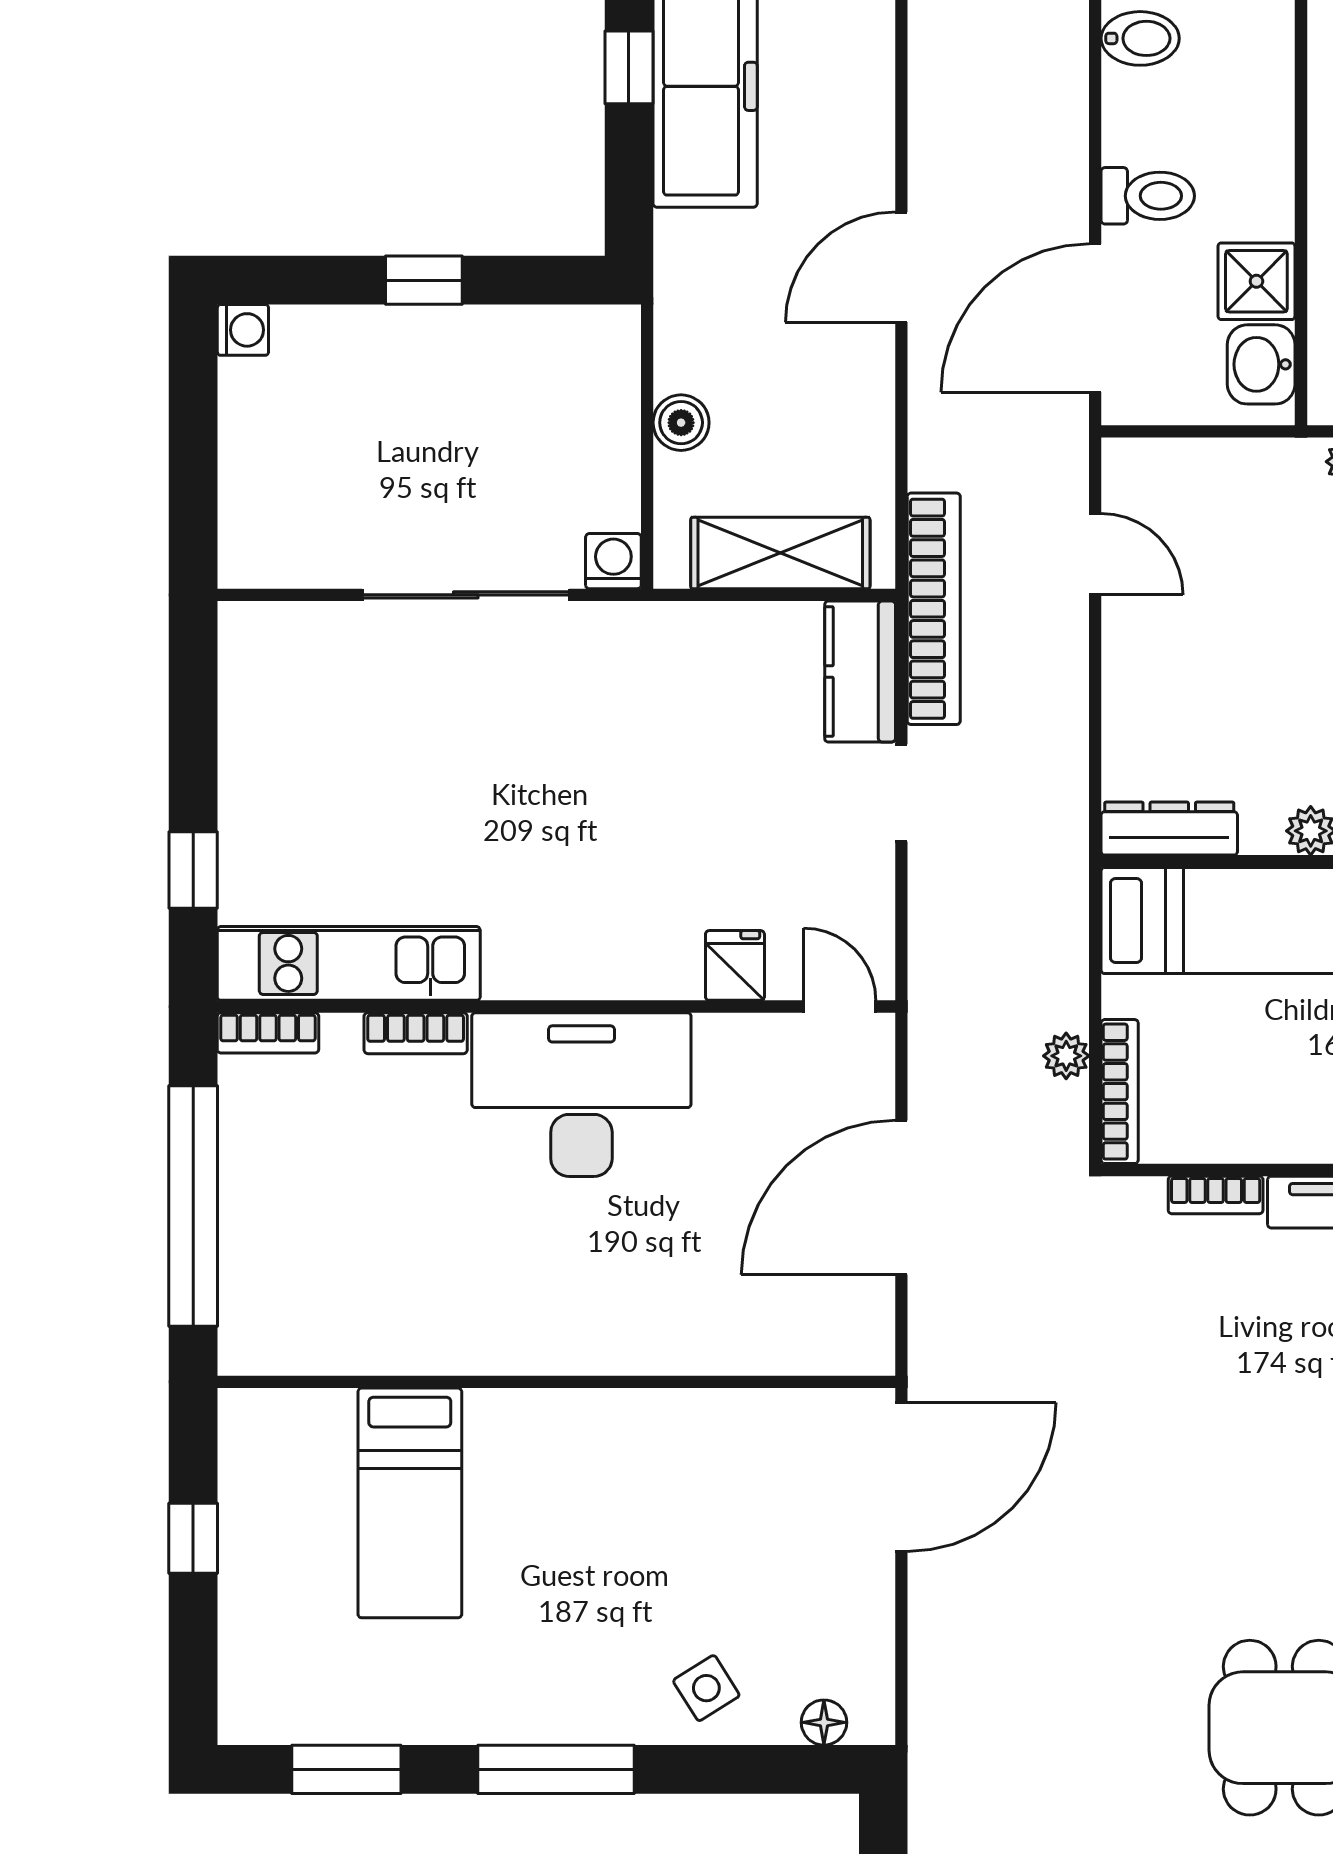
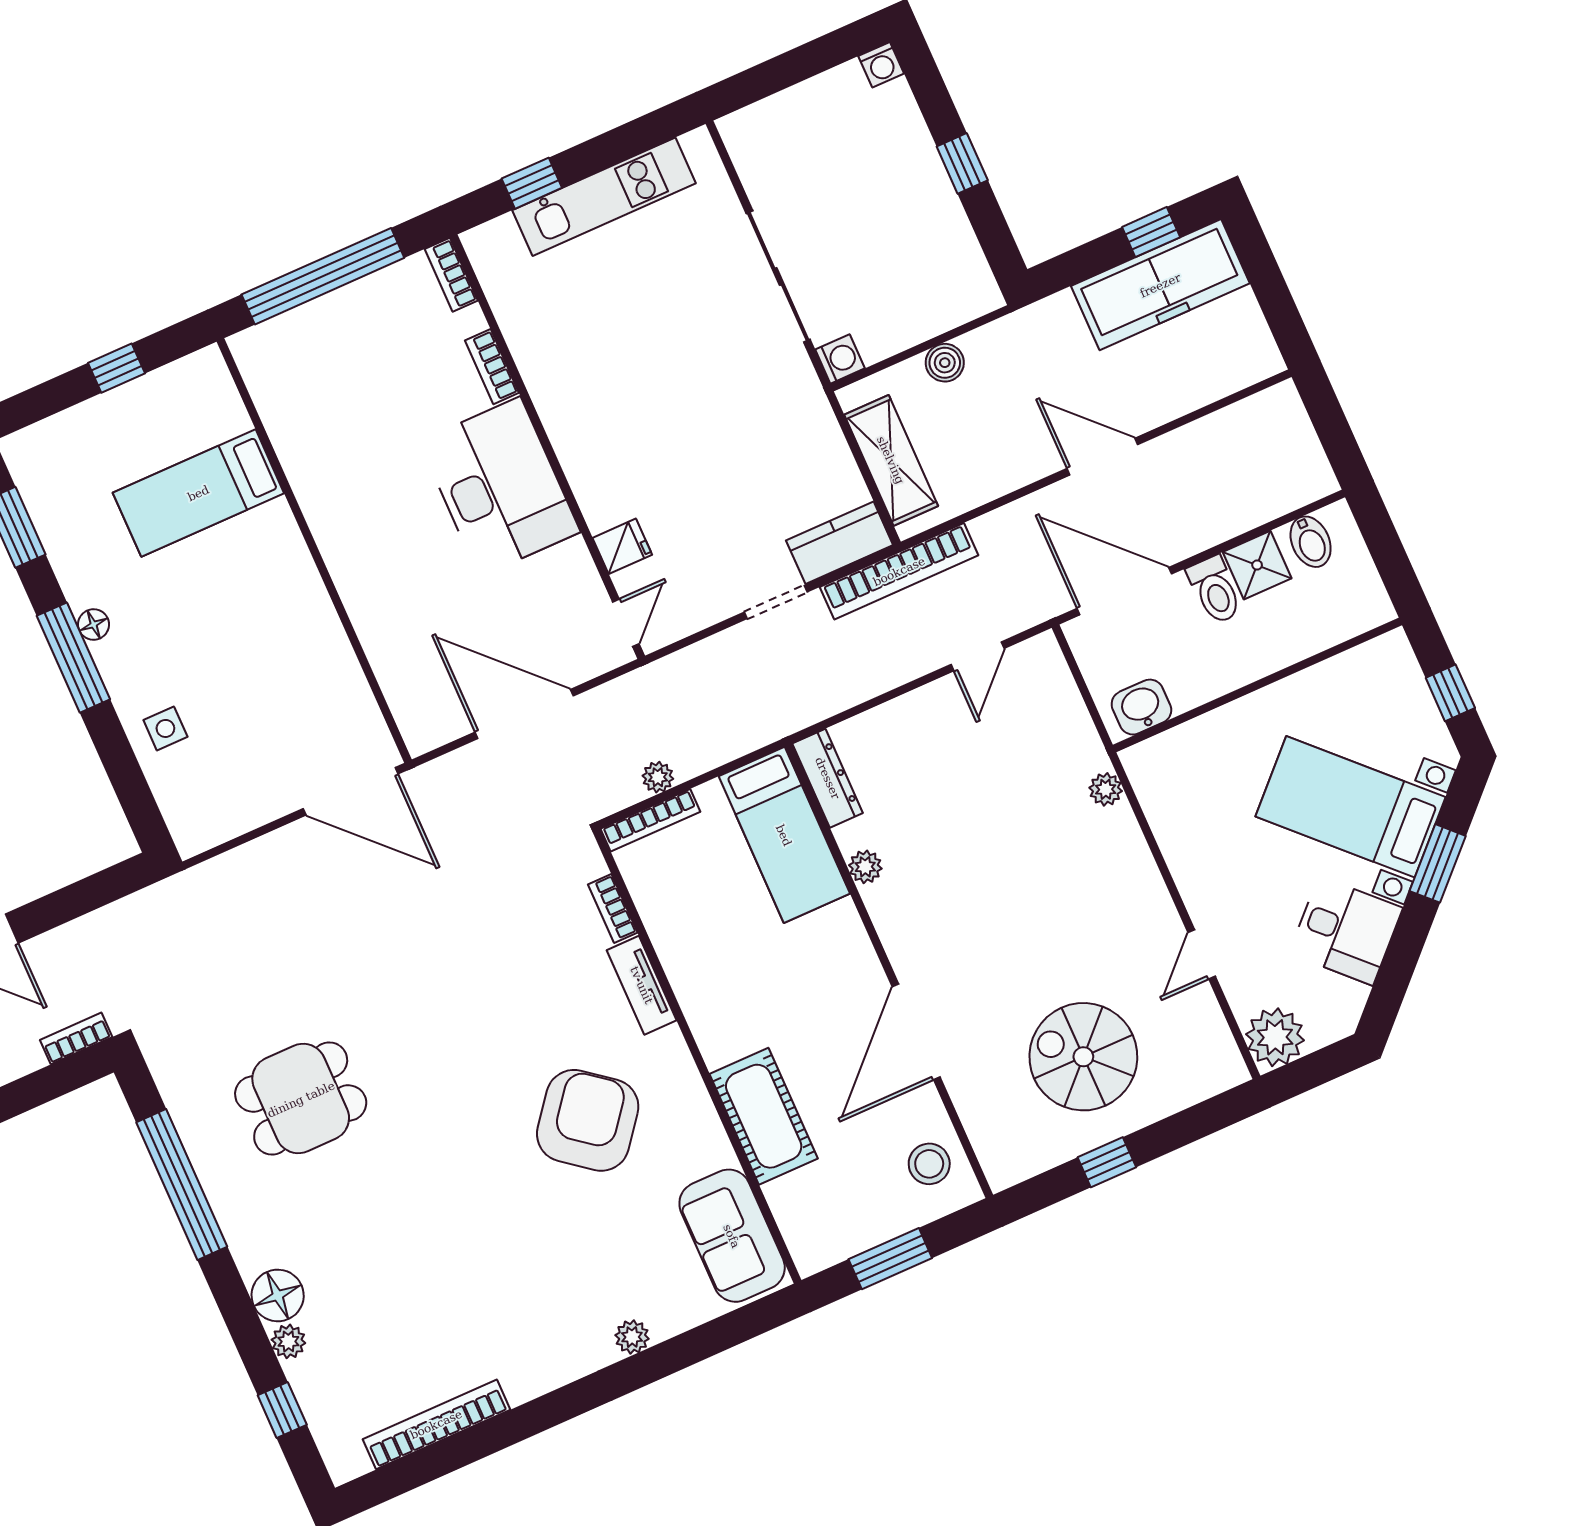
shower: (1256, 281) -> (1257, 565), moved
kitchen unit: (349, 963) -> (604, 197), moved, turned 90
side table: (706, 1688) -> (165, 728), turned 32
floor lamp: (824, 1722) -> (94, 624), moved

